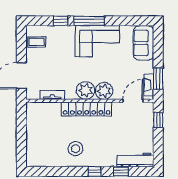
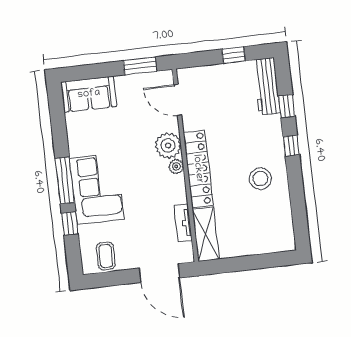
corner sofa: (97, 41) -> (97, 189), moved
fireplace: (149, 85) -> (151, 79), removed
plant: (86, 90) -> (176, 166), width x0.53, depth x0.53
shelving: (43, 109) -> (206, 234), added
window: (158, 120) -> (233, 55), moved

